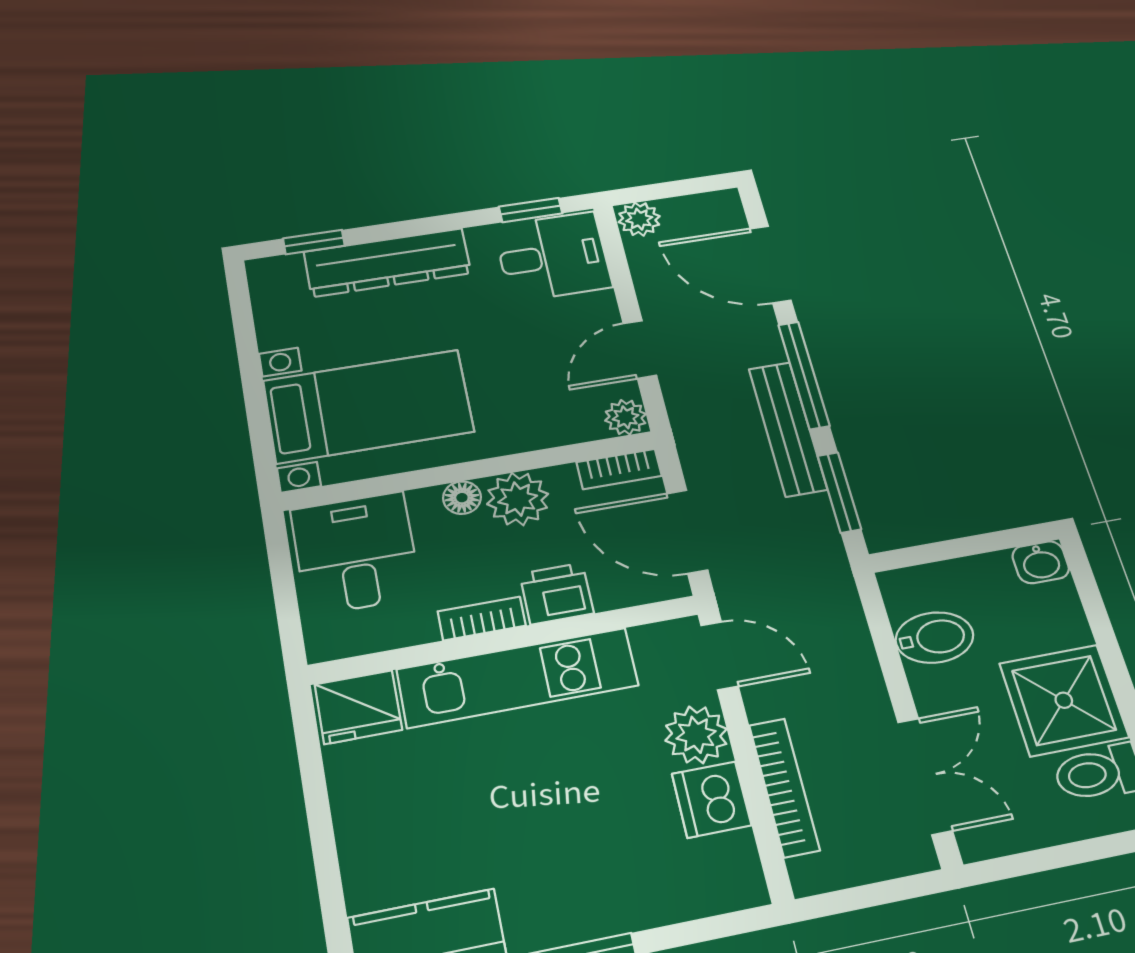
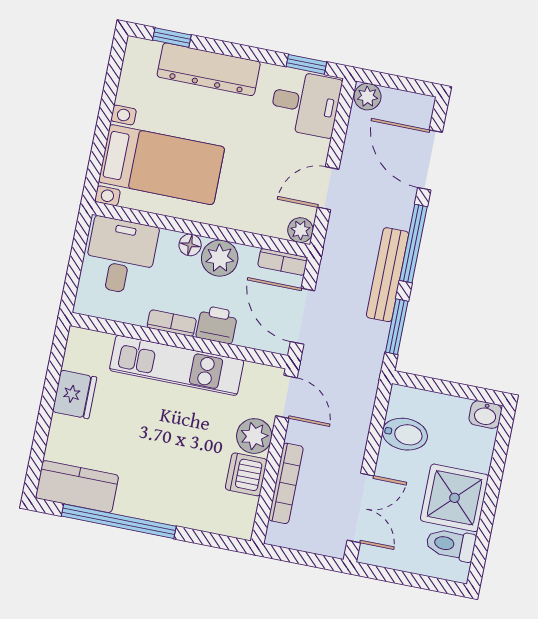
fridge: (358, 707) -> (75, 394), moved, turned -90

